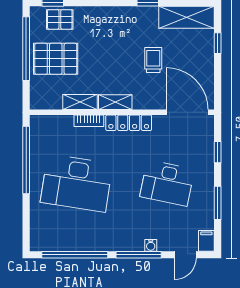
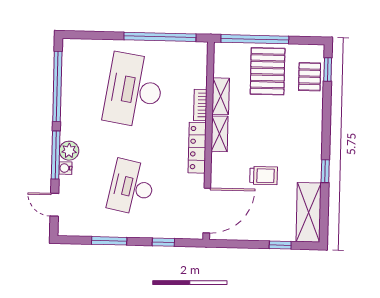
window: (26, 49) -> (255, 39), moved
filing cabinet: (206, 241) -> (69, 228), removed
plant: (134, 242) -> (69, 151), added

